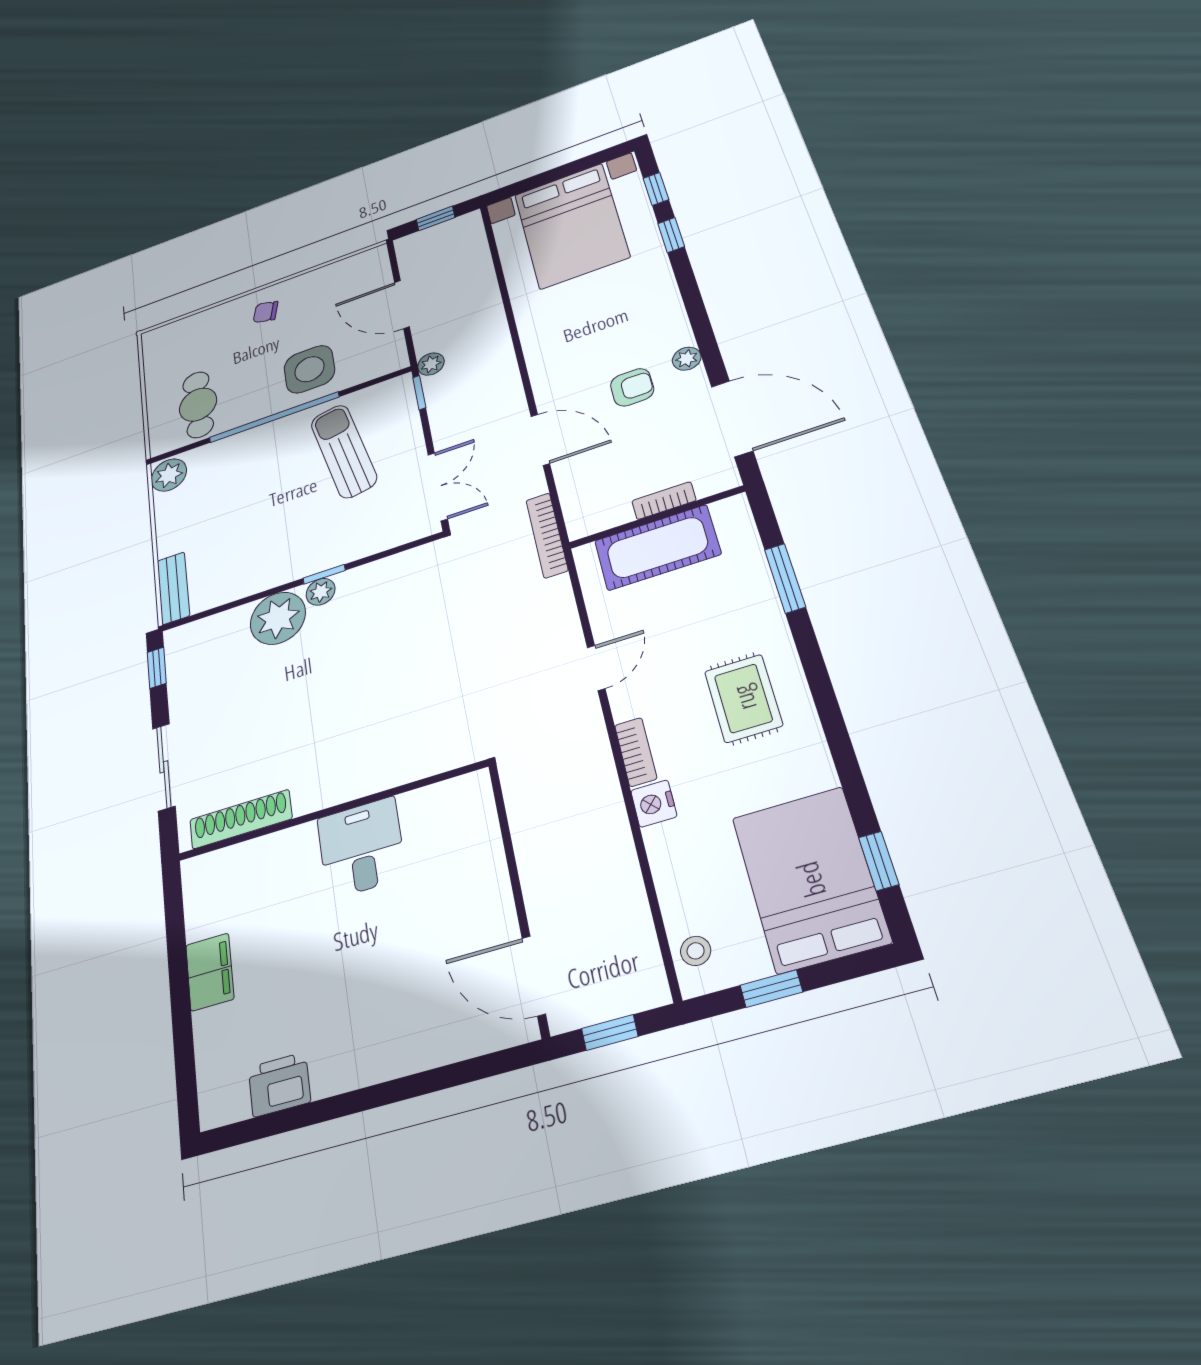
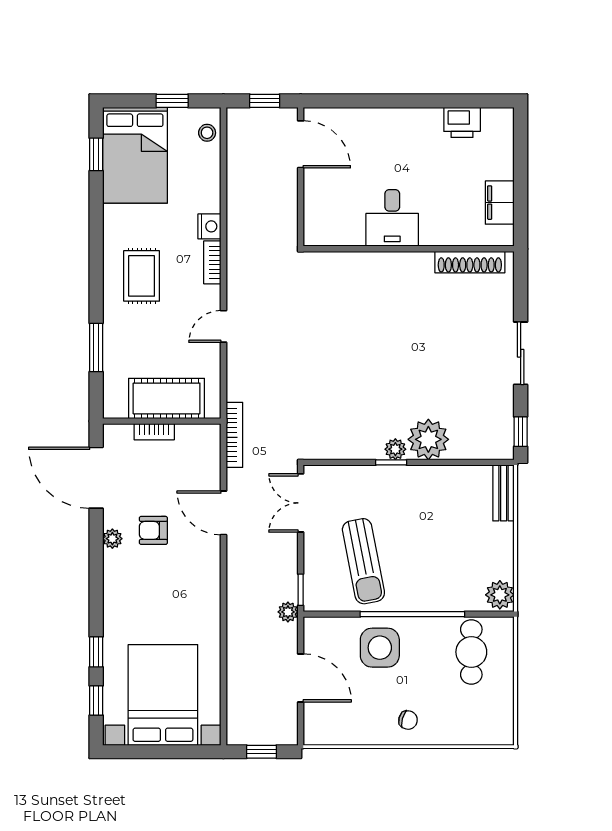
wall: (331, 811) -> (409, 249), moved
shoe rack: (241, 819) -> (470, 262), moved
desk: (361, 848) -> (392, 218), moved

